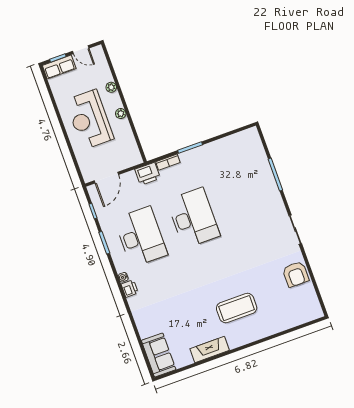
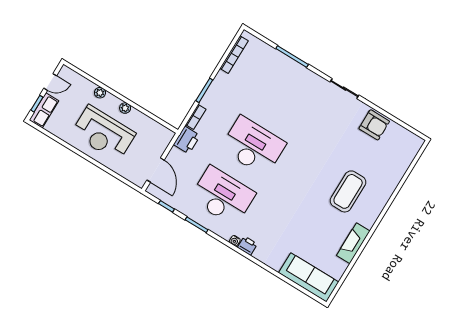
bookcase: (233, 139) -> (234, 55), added
sofa: (159, 355) -> (309, 277), width x1.36

